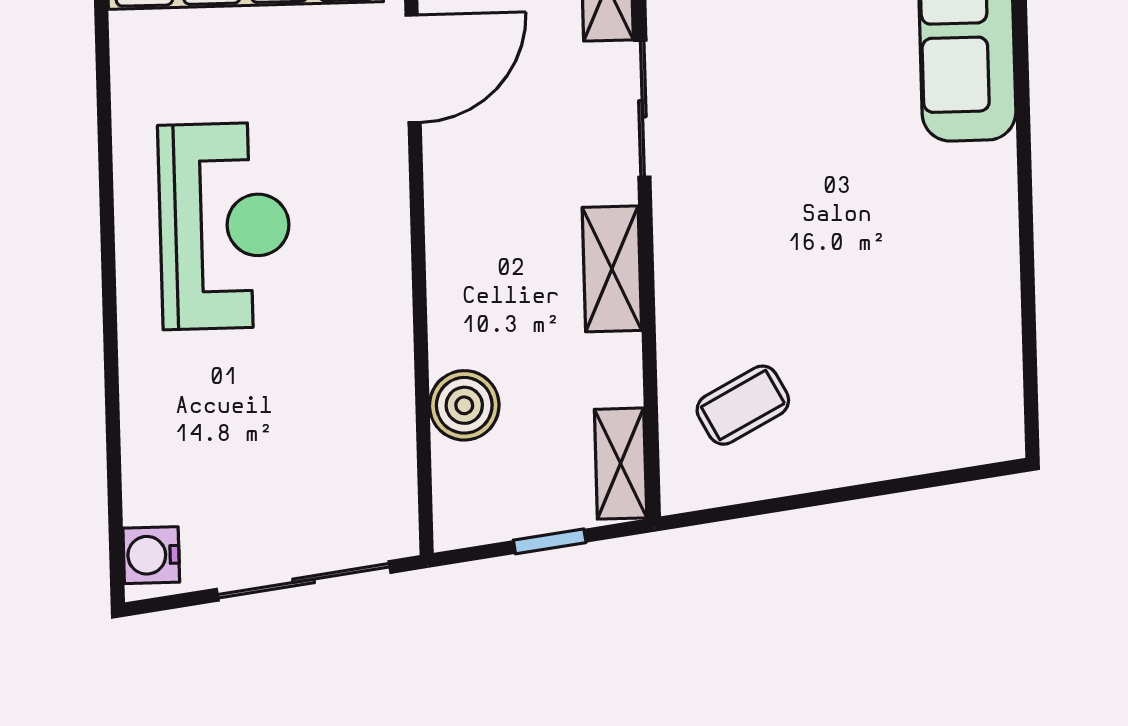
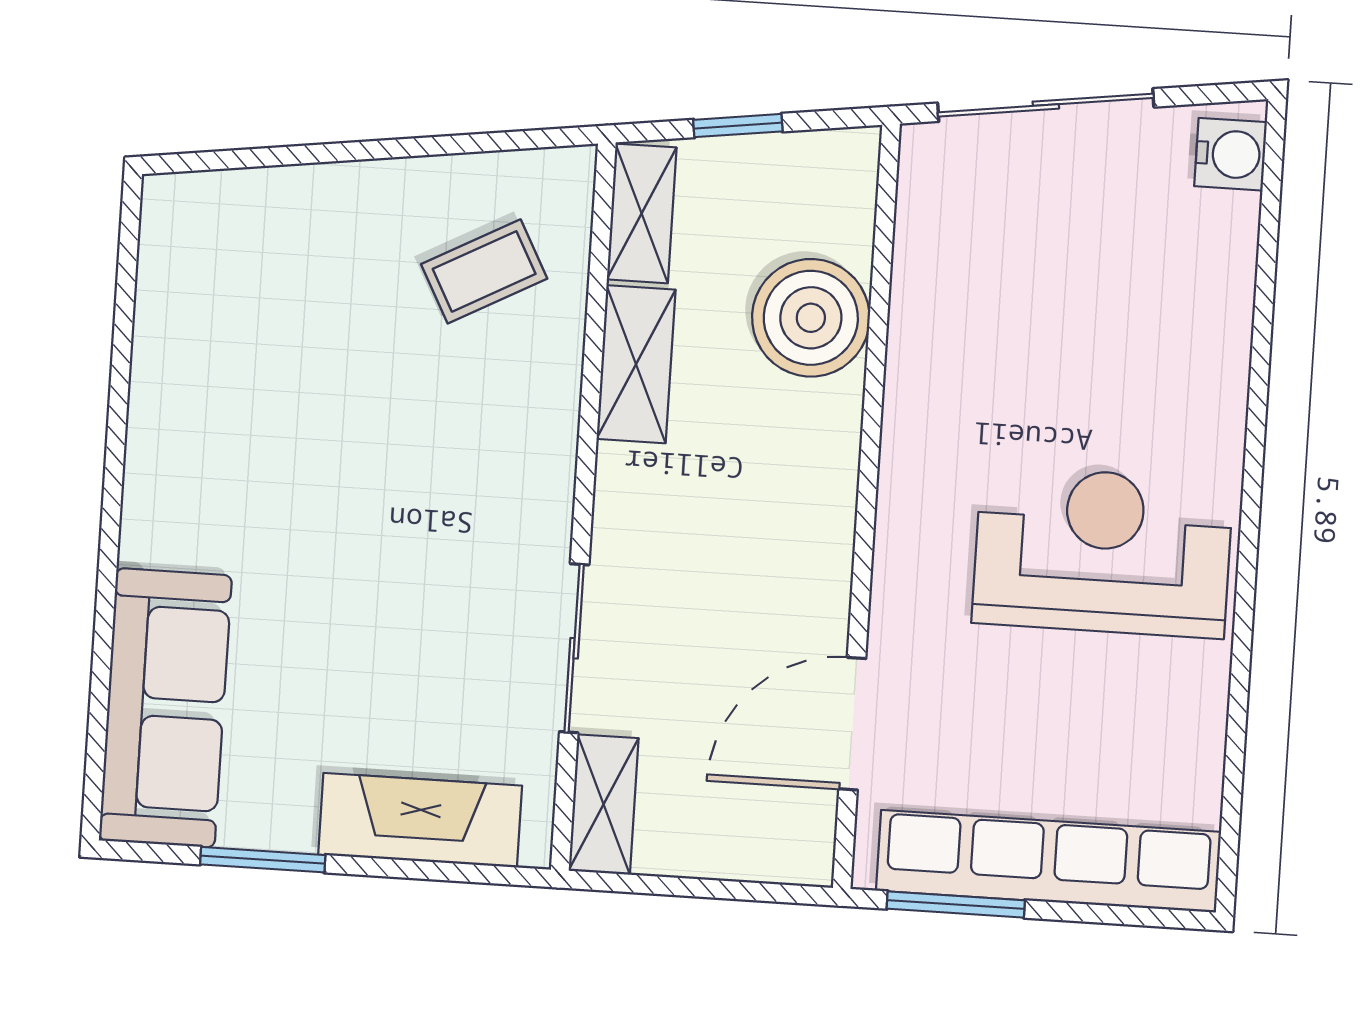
reception desk: (225, 226) -> (1103, 552), turned 90
shelving: (612, 269) -> (636, 364), moved
boiler: (464, 405) -> (811, 318), width x1.37, depth x1.37

